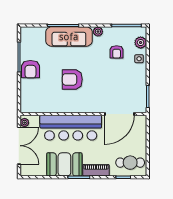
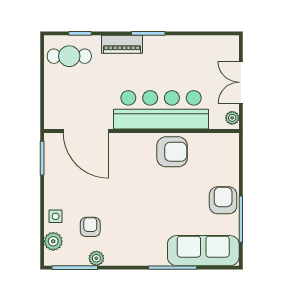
plant: (98, 32) -> (96, 258), moved
sofa: (69, 37) -> (203, 251), moved
armchair: (72, 79) -> (172, 152), moved
door: (119, 114) -> (86, 131), swing flipped
double door: (19, 146) -> (241, 82), width x0.73
booth: (64, 164) -> (171, 53), removed

